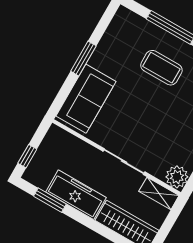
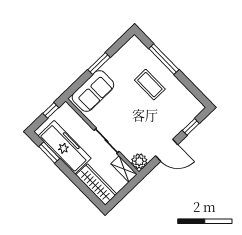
window: (27, 156) -> (51, 110), moved
freezer: (76, 195) -> (65, 147), width x1.36, depth x1.26

